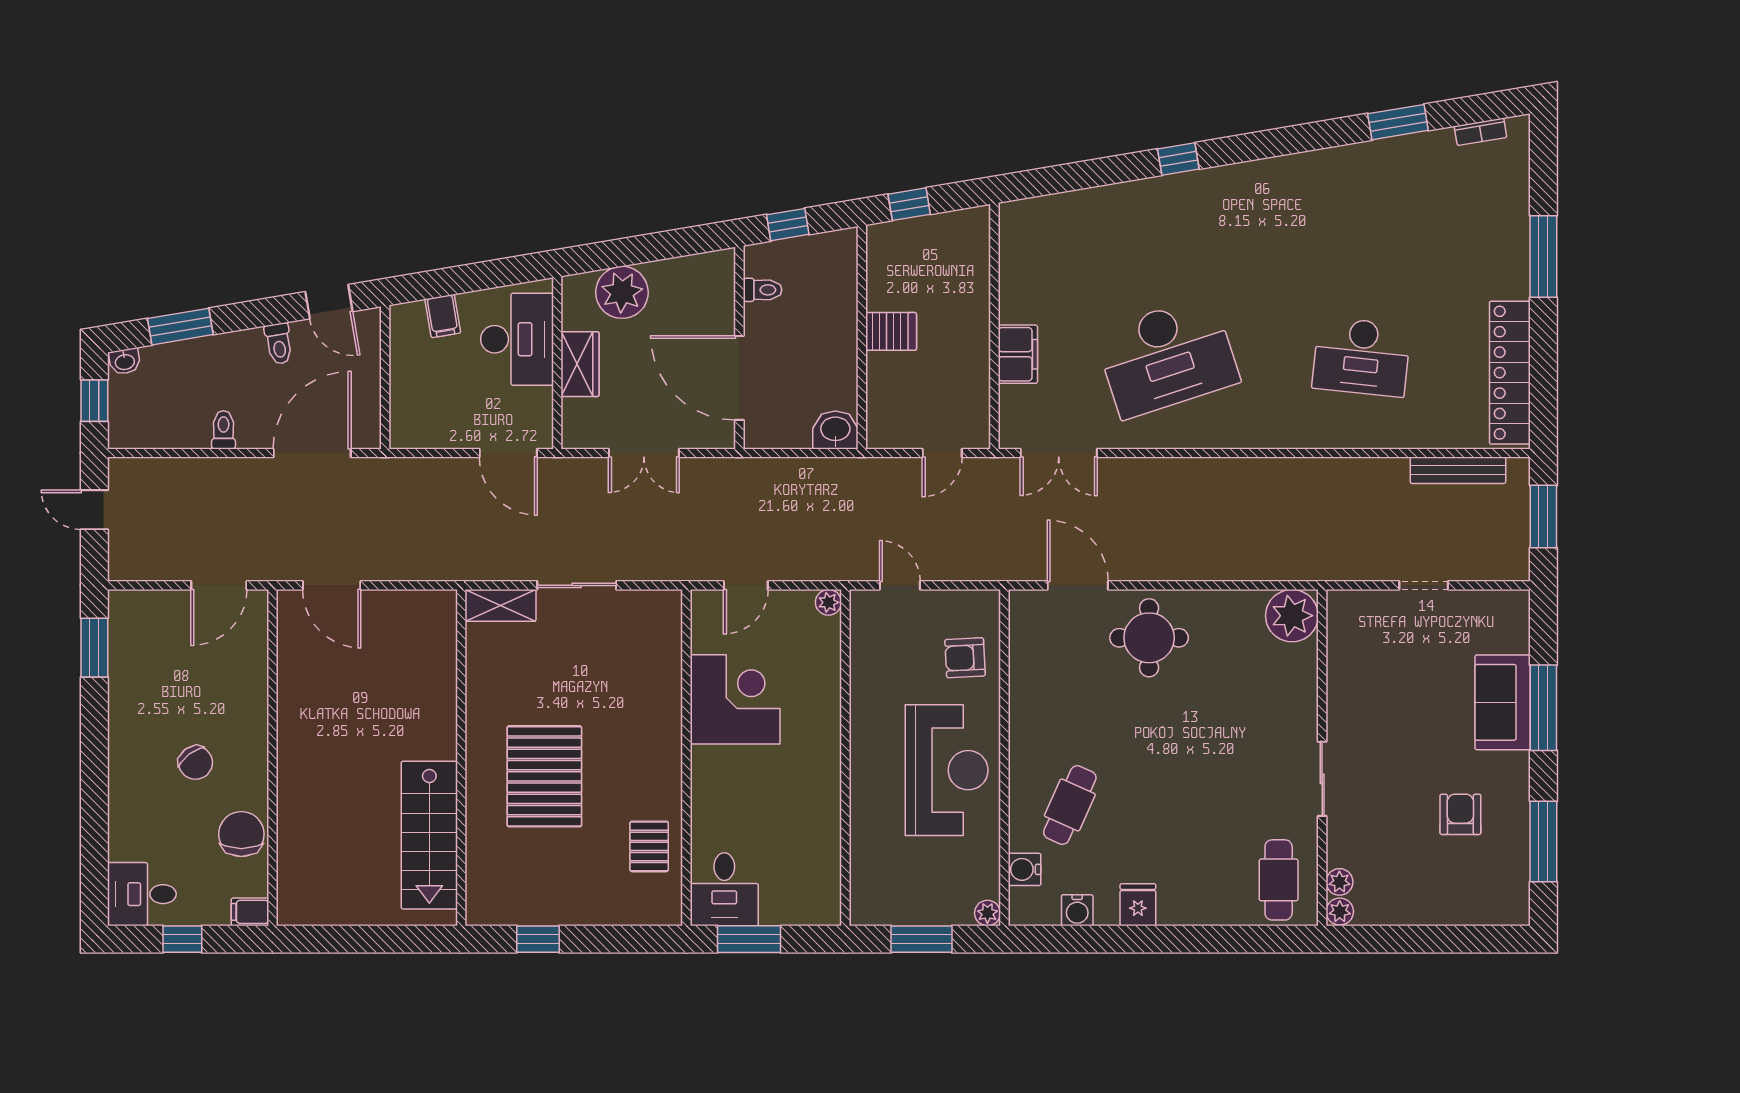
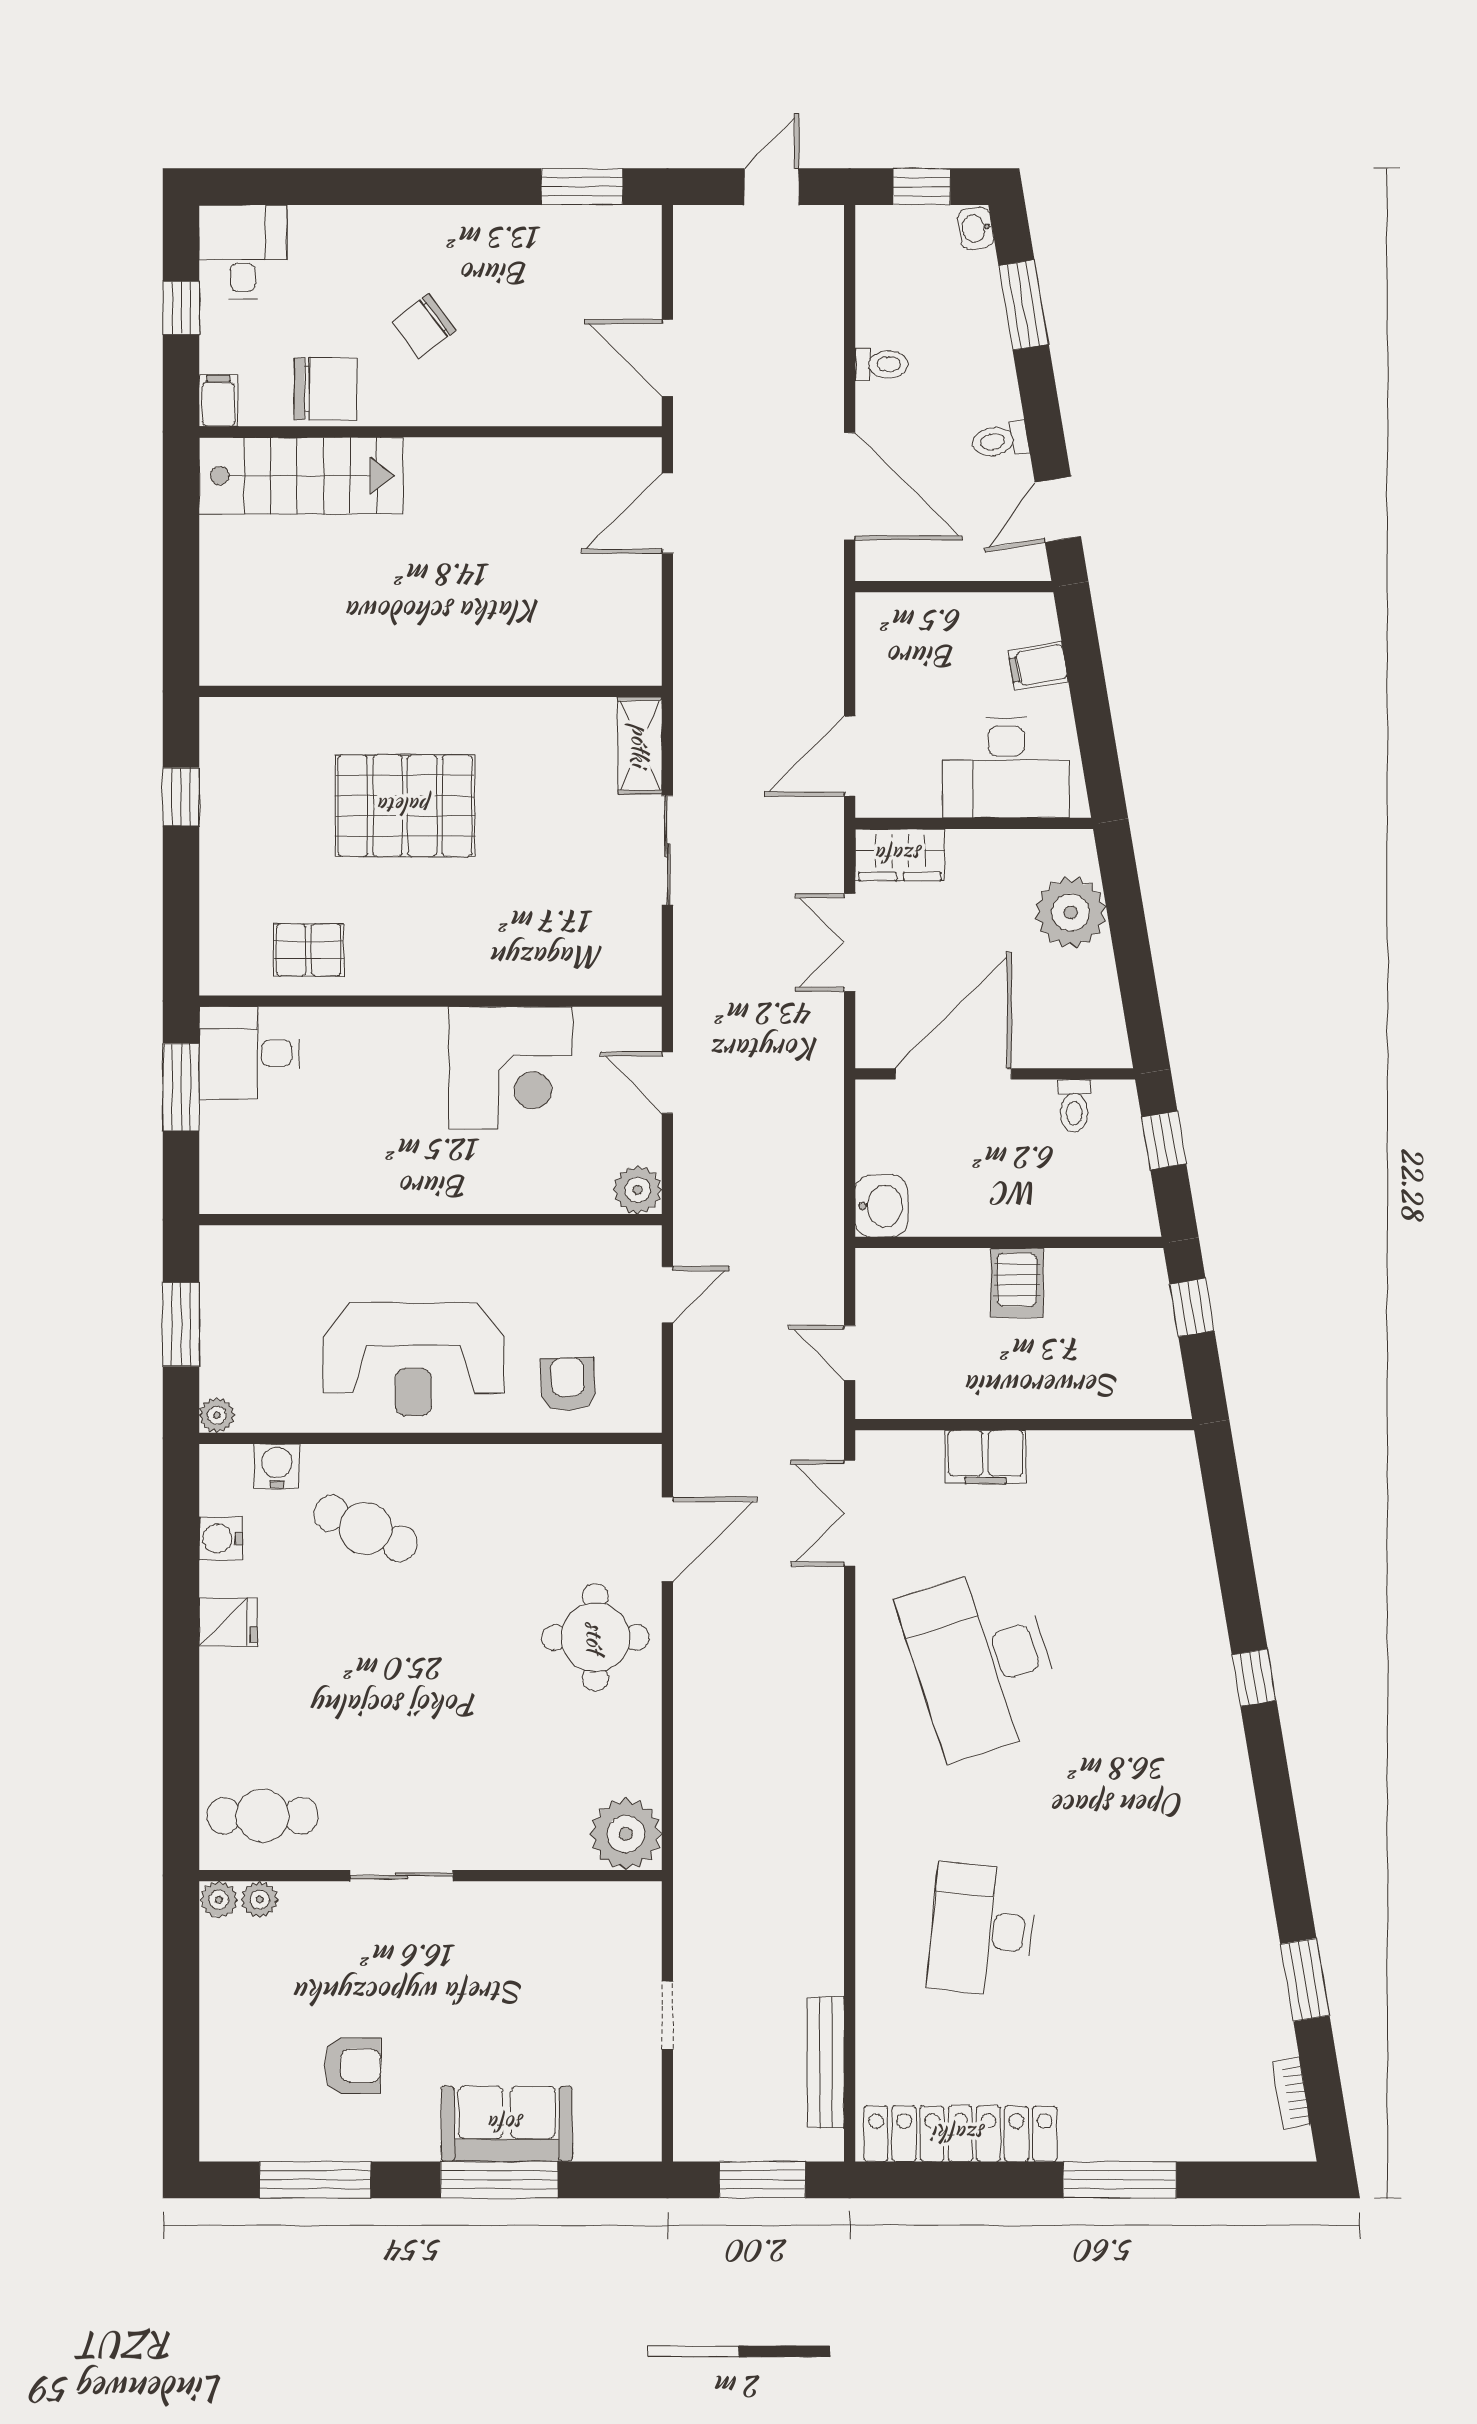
wardrobe: (580, 364) -> (900, 855), moved
plant: (828, 602) -> (638, 1190), width x1.38, depth x1.38
stairs: (429, 835) -> (301, 476), moved, turned 180

